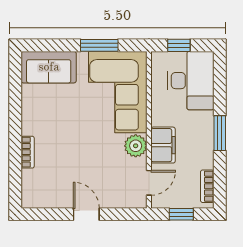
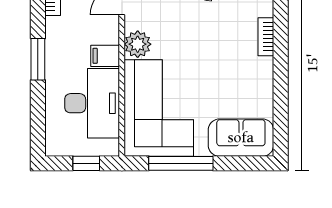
window: (99, 45) -> (181, 163), width x1.44
desk: (191, 81) -> (92, 103), moved, turned 180
filing cabinet: (163, 145) -> (105, 56), width x0.50

